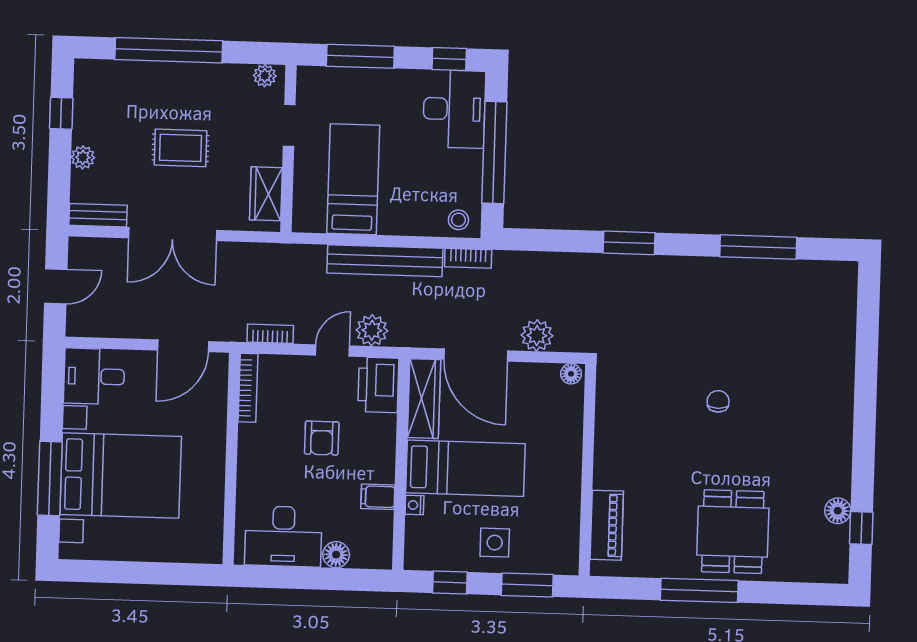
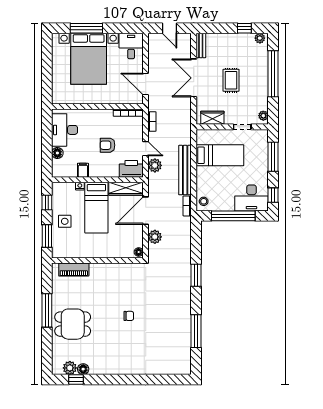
plant: (83, 157) -> (260, 38), moved
plant: (834, 542) -> (70, 368), added

